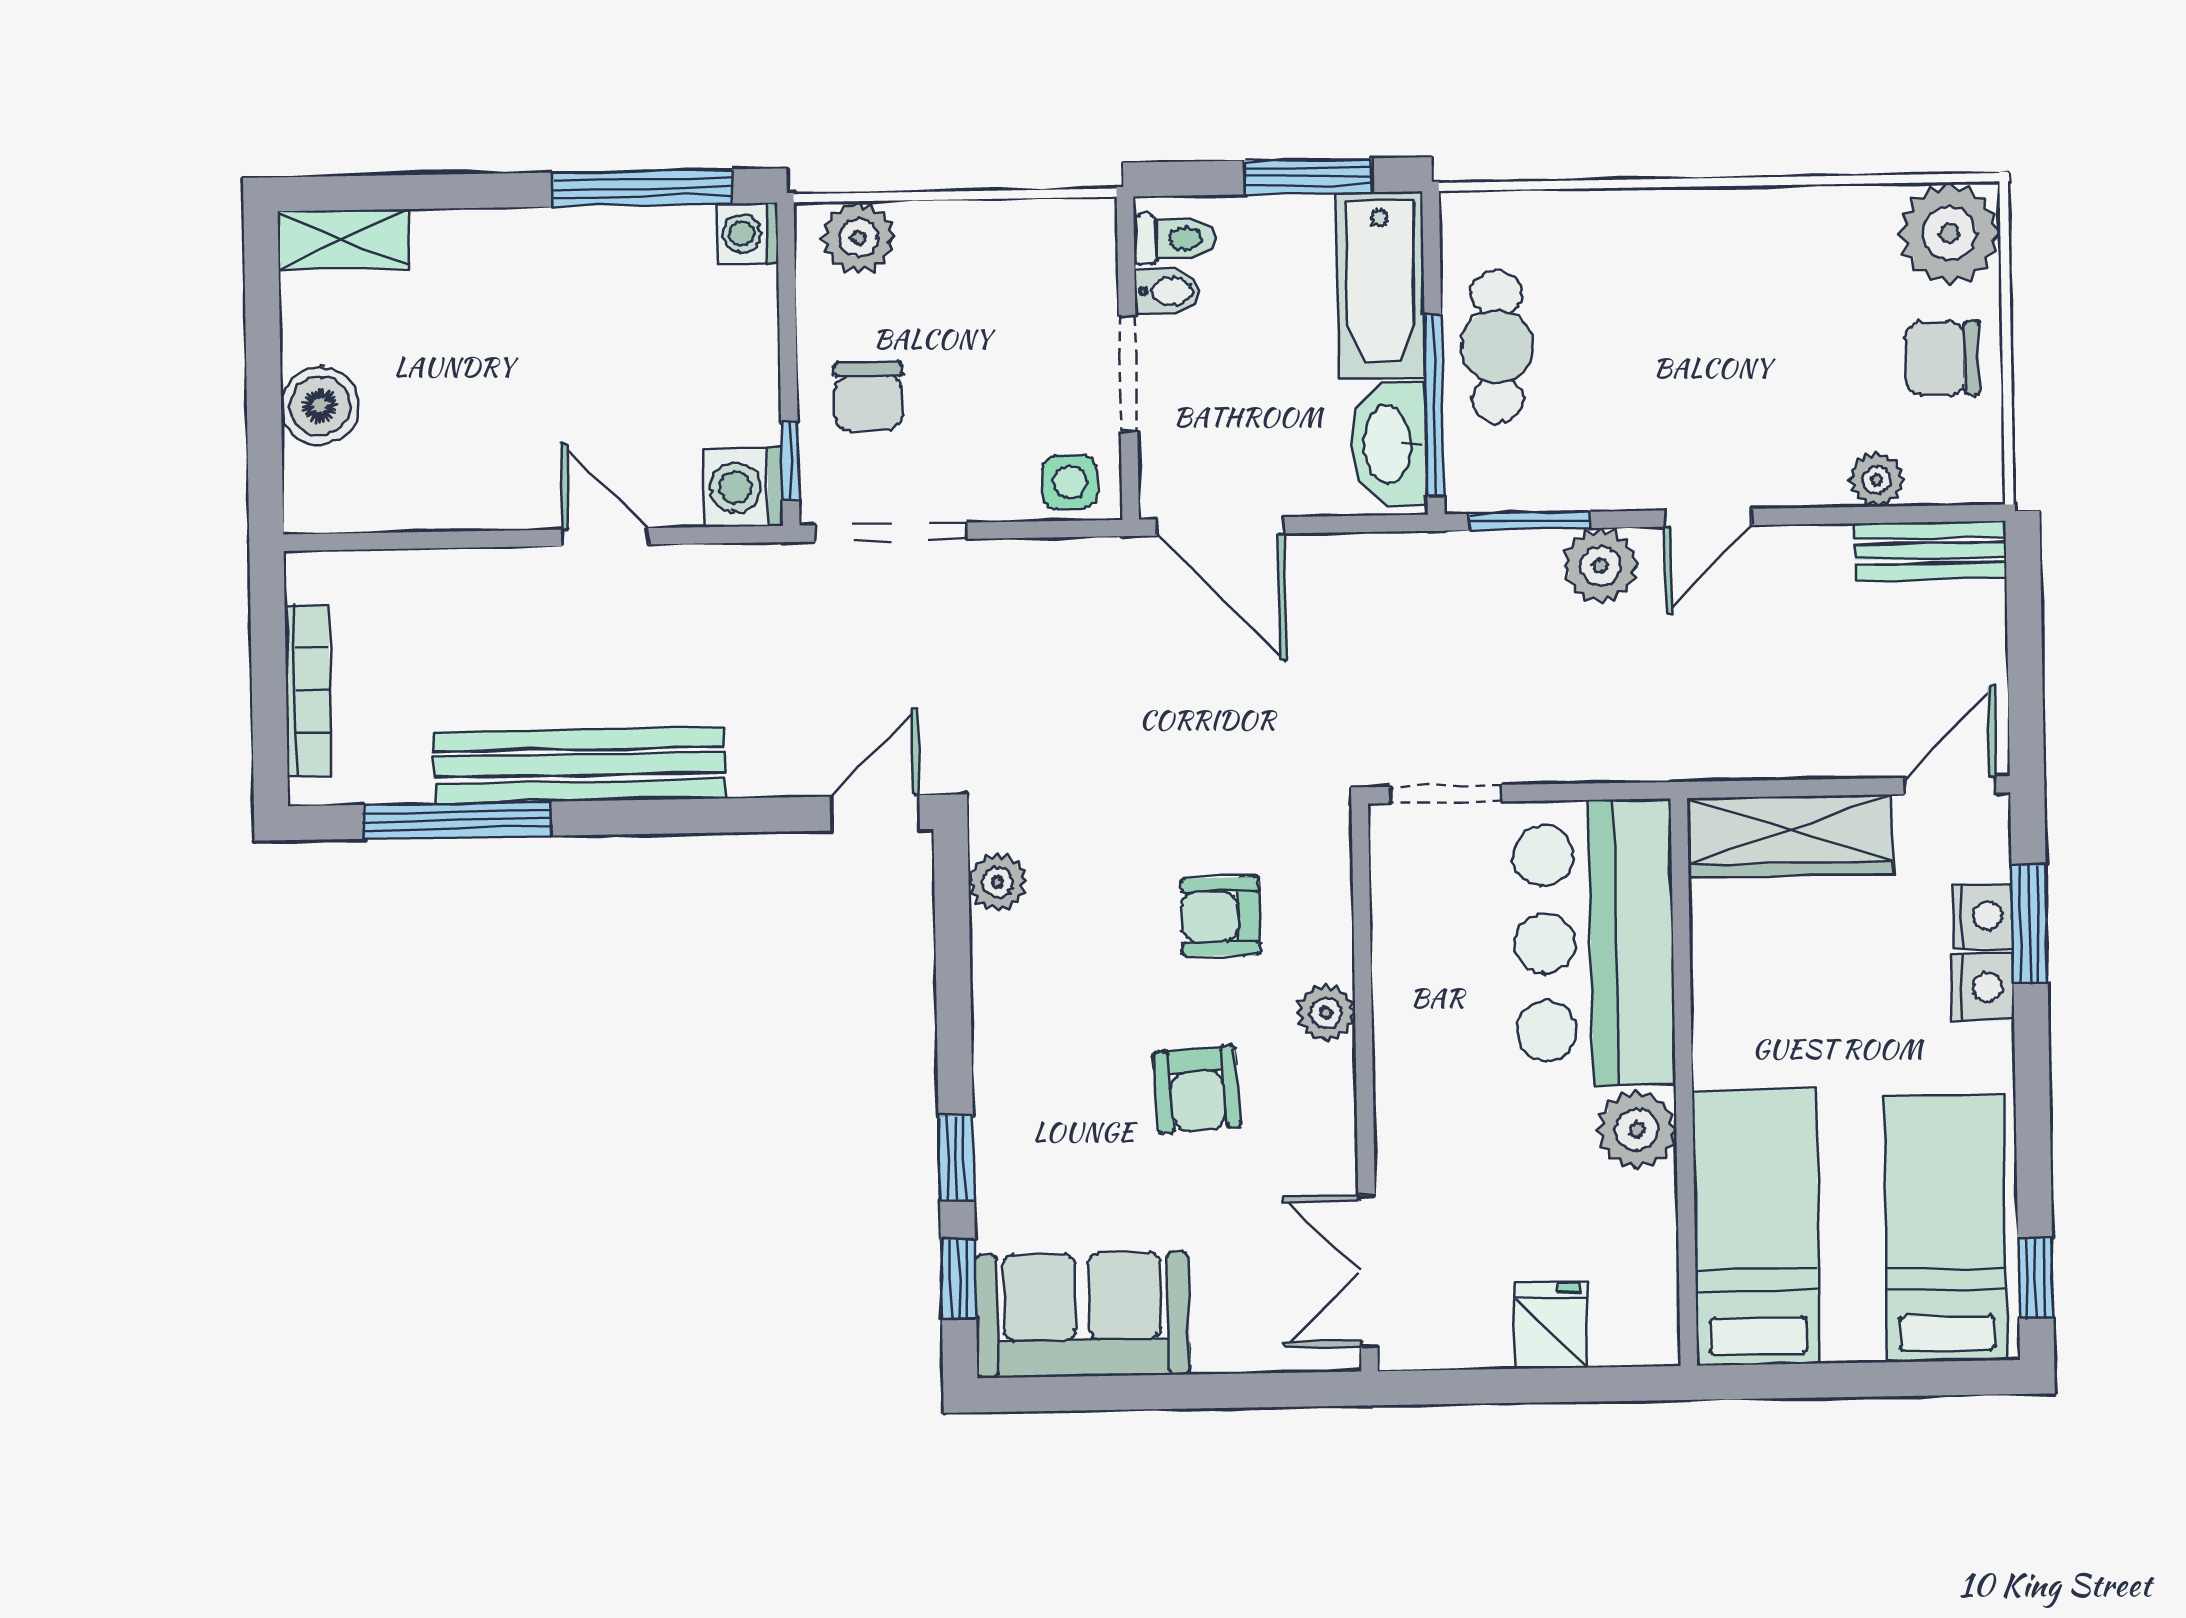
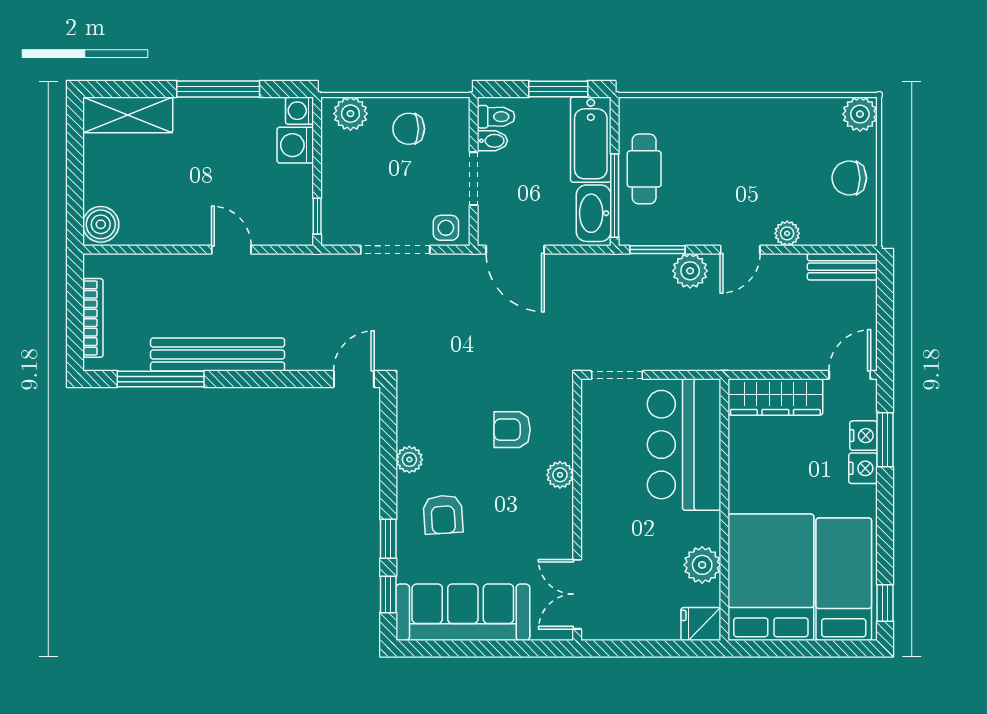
window: (643, 188) -> (218, 89), moved
plant: (1949, 233) -> (860, 114), width x0.73, depth x0.73
shelving: (343, 239) -> (128, 115), width x1.50, depth x1.33
chair: (868, 396) -> (409, 129), moved, turned 90
boiler: (320, 406) -> (101, 224), moved
plant: (1877, 480) -> (787, 233), moved
washing machine: (743, 487) -> (295, 145), moved
doorway: (891, 532) -> (395, 250), moved
plant: (997, 882) -> (409, 460), moved
armchair: (1197, 1089) -> (443, 515), moved
plant: (1637, 1130) -> (702, 565), moved
bed: (1756, 1227) -> (771, 577), width x1.50
sofa: (1083, 1315) -> (463, 612), width x1.36
fridge: (1550, 1325) -> (701, 624), moved, turned -90

